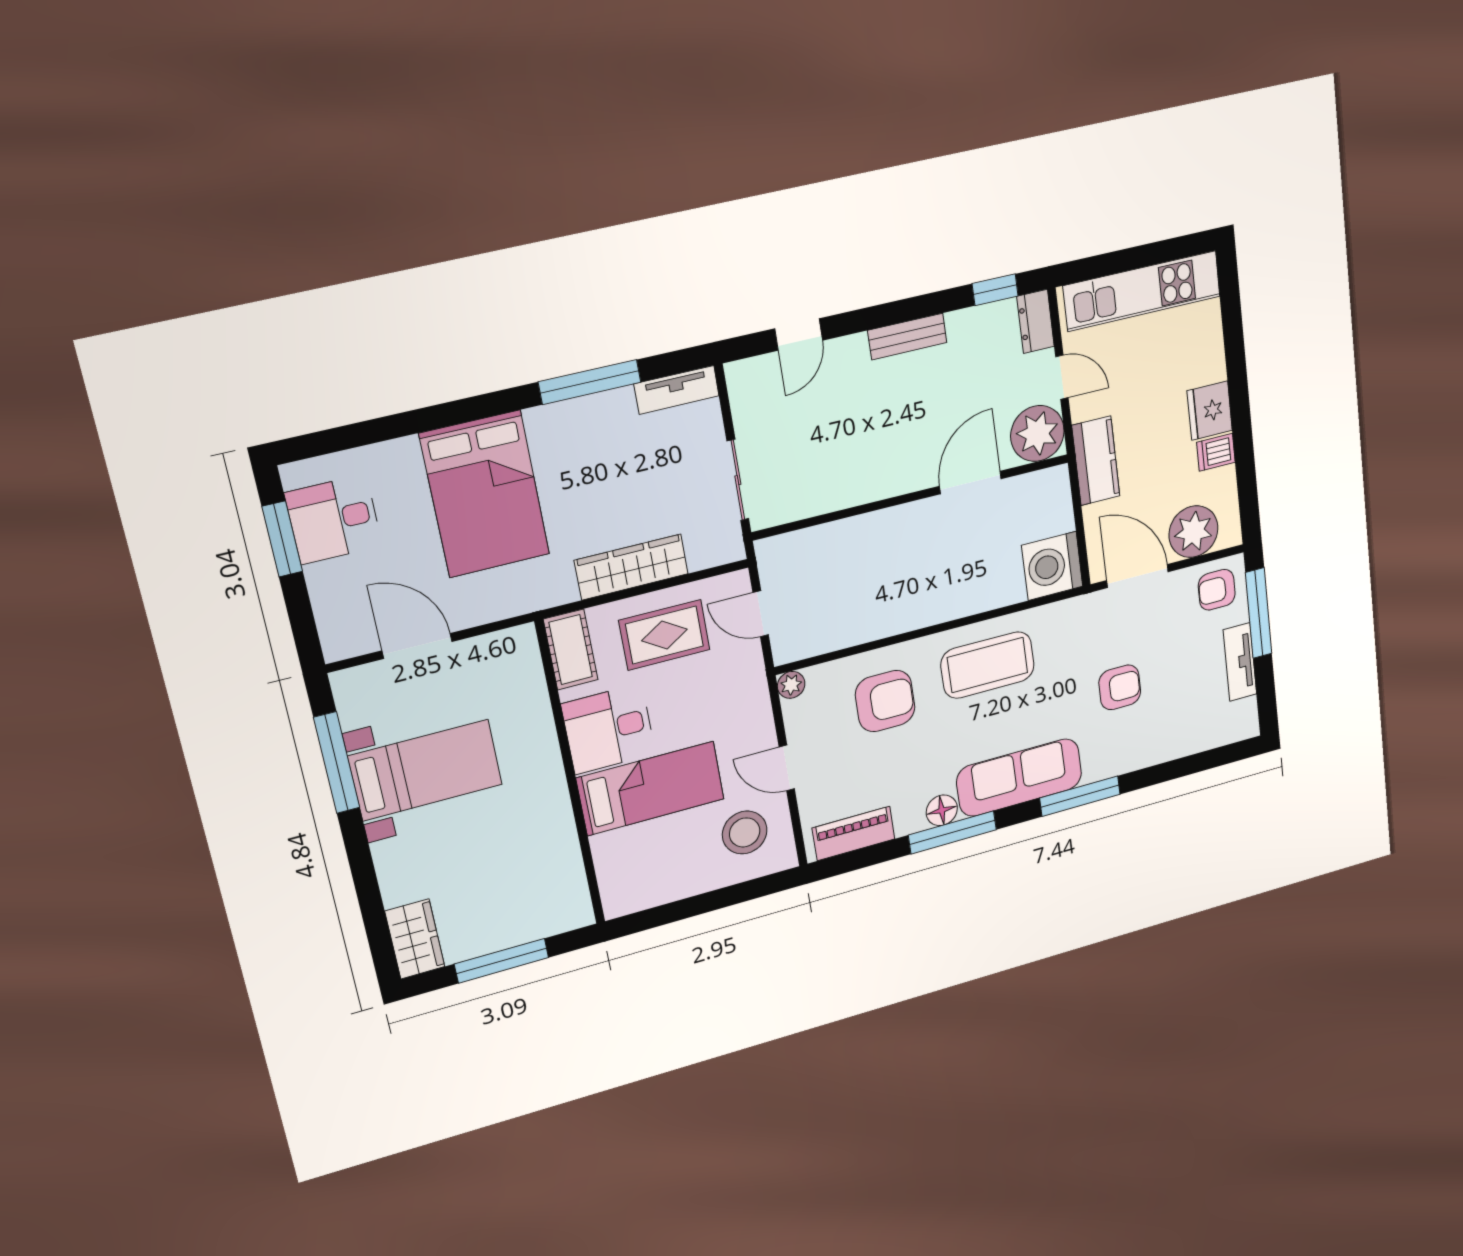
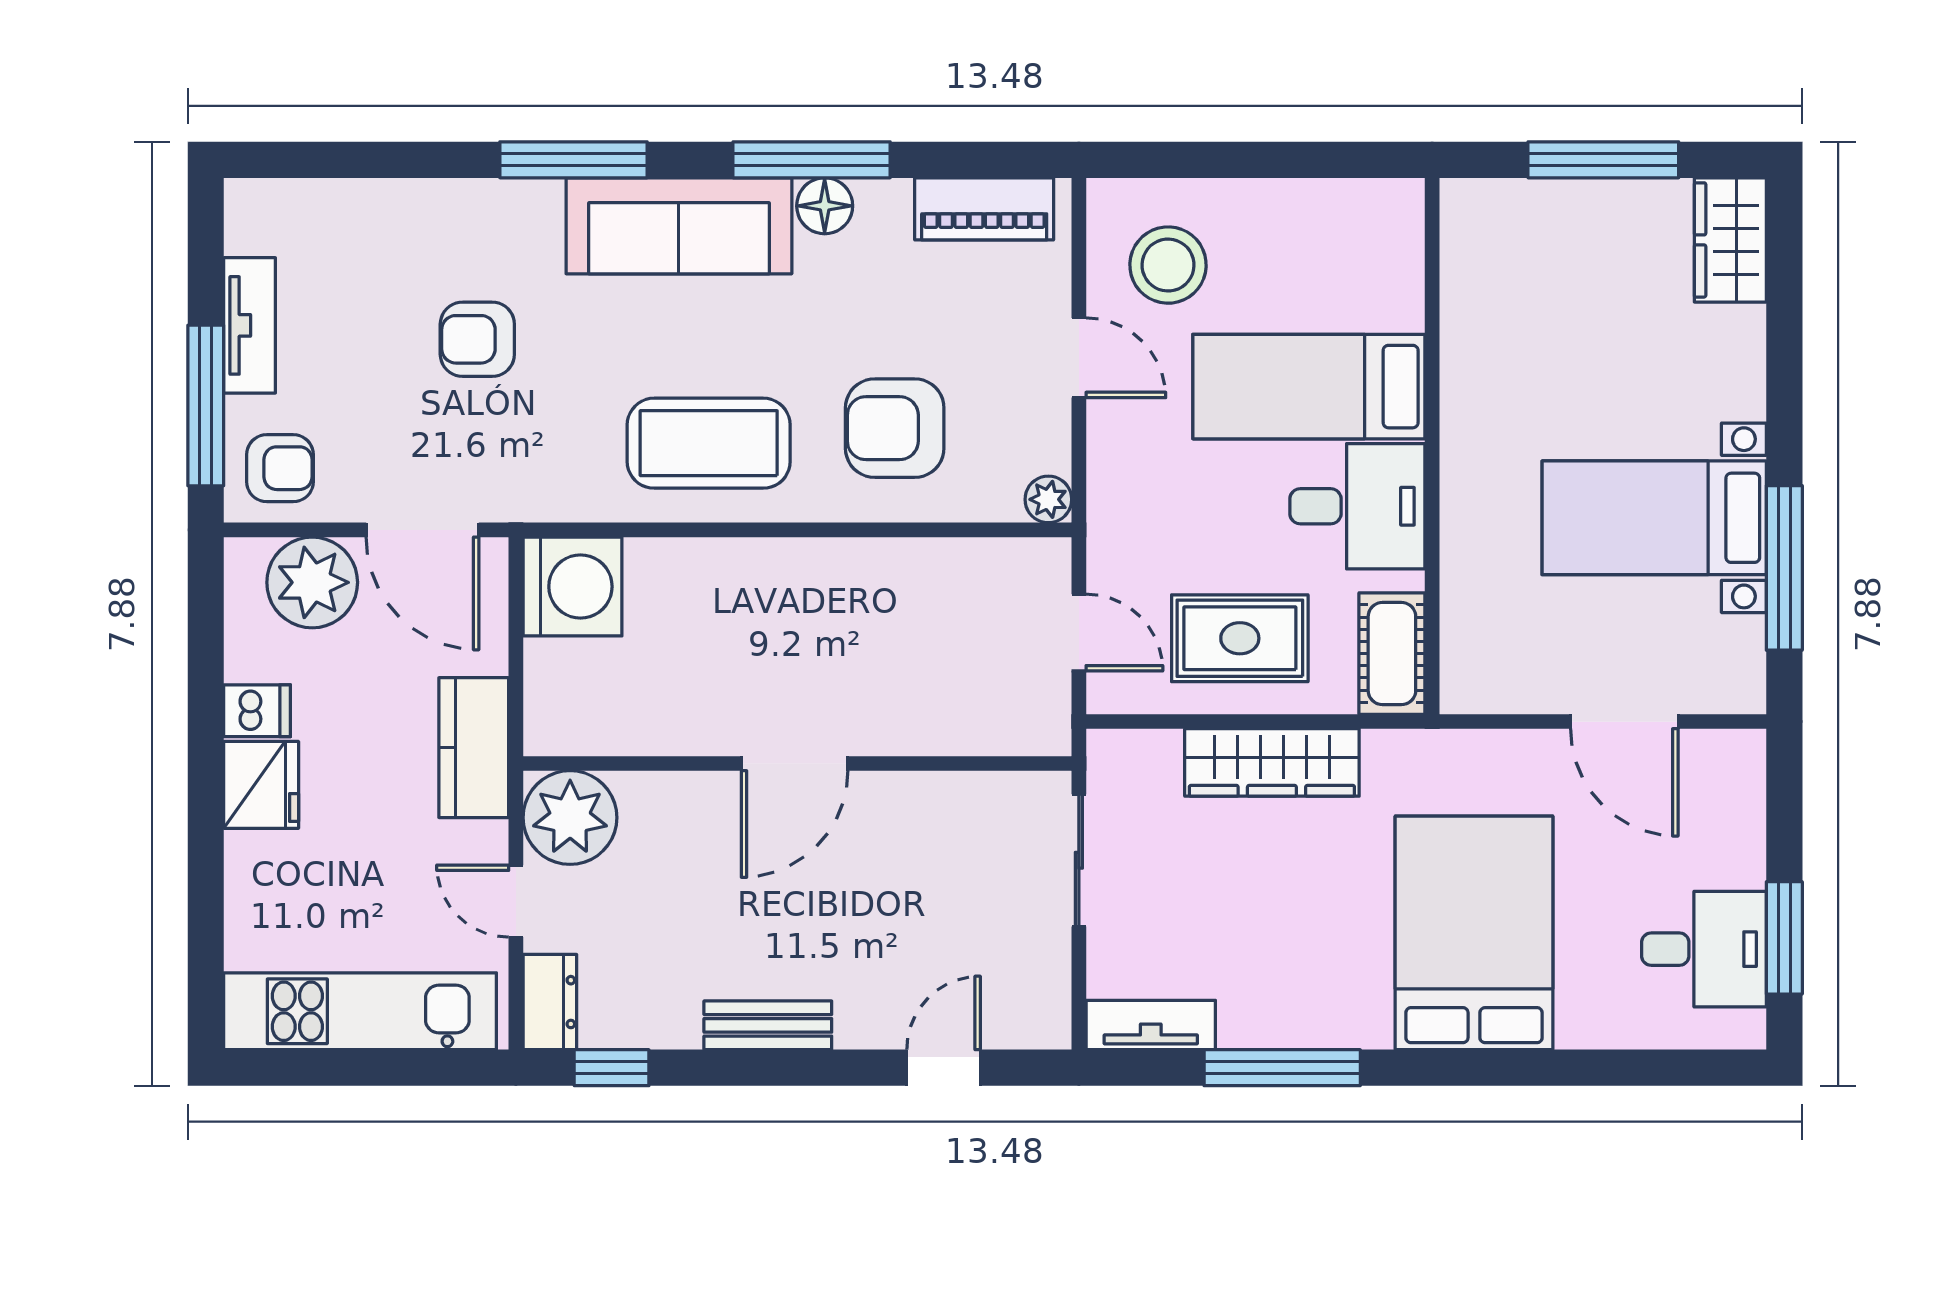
door: (970, 482) -> (795, 763), moved

